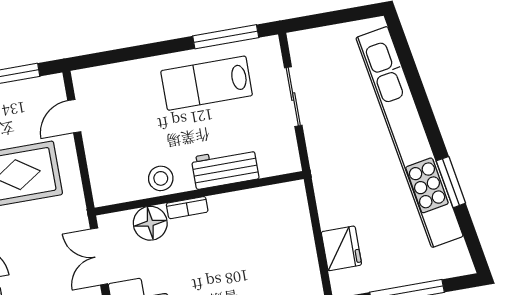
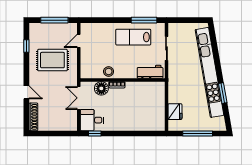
workbench: (225, 168) -> (150, 72), moved

